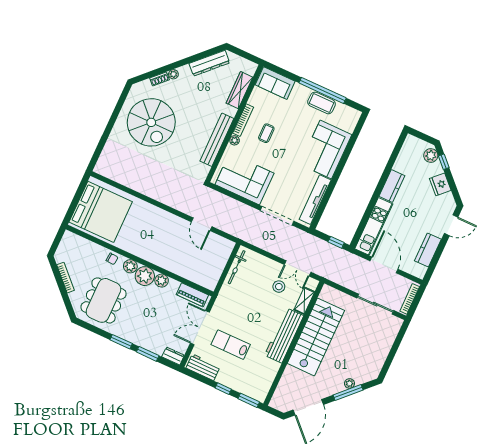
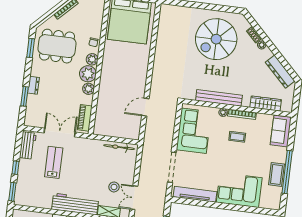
window: (121, 342) -> (31, 48), moved
dresser: (173, 356) -> (33, 85), moved

